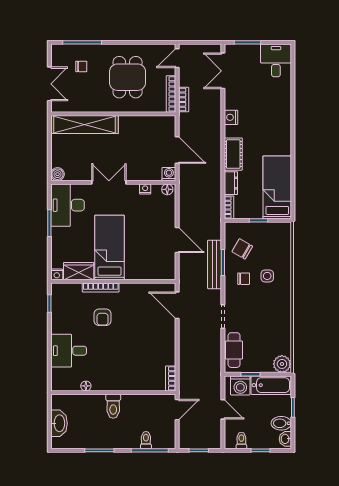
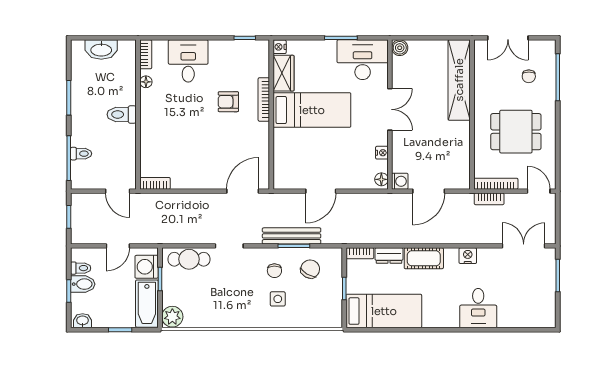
desk: (276, 60) -> (478, 308), moved, turned 90
bookcase: (63, 386) -> (146, 54), added
bidet: (281, 423) -> (83, 284), moved, turned 90

